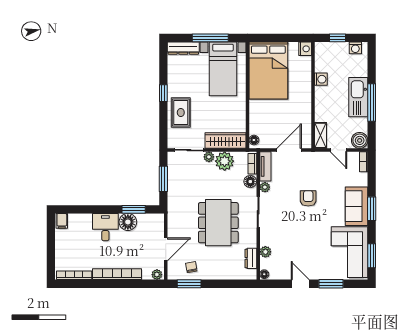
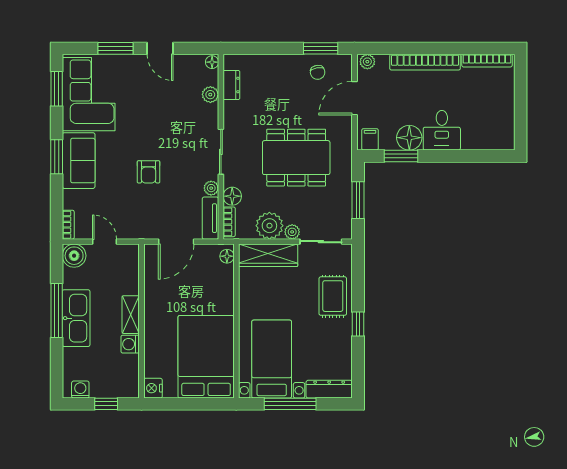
shelving: (321, 135) -> (131, 315), moved
filing cabinet: (62, 221) -> (370, 139), moved
dining table: (218, 223) -> (296, 158), moved, turned 90

